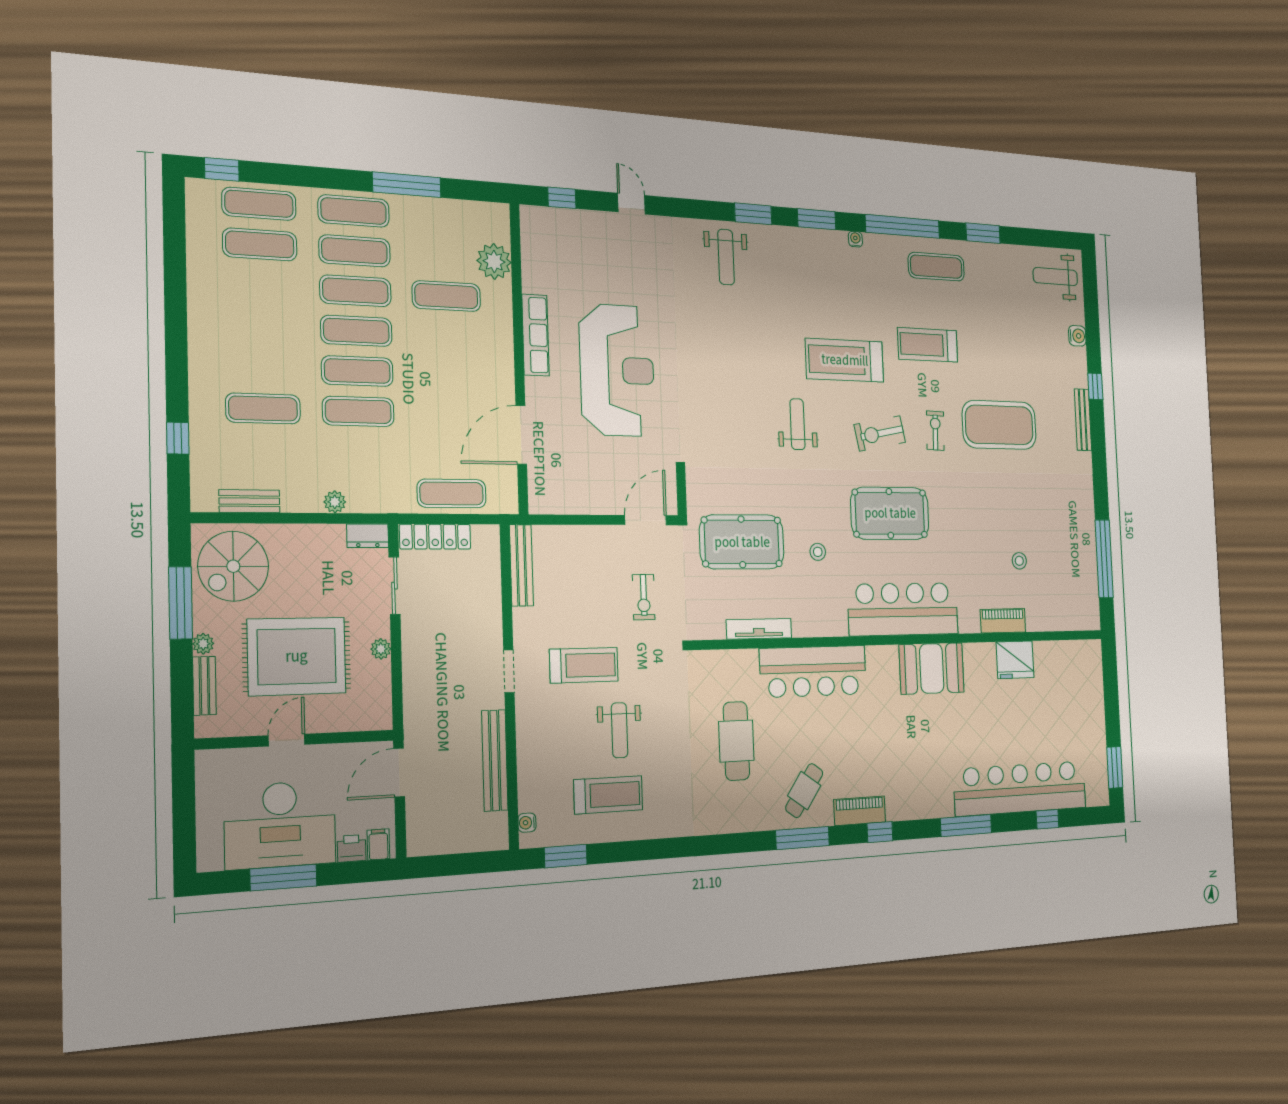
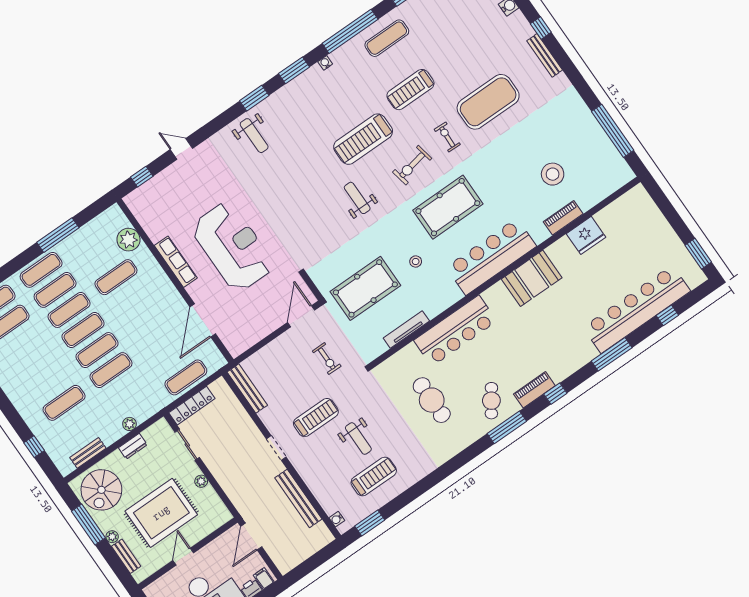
dresser: (368, 536) -> (133, 446), moved
stool: (1019, 561) -> (553, 174), width x1.89, depth x1.89

